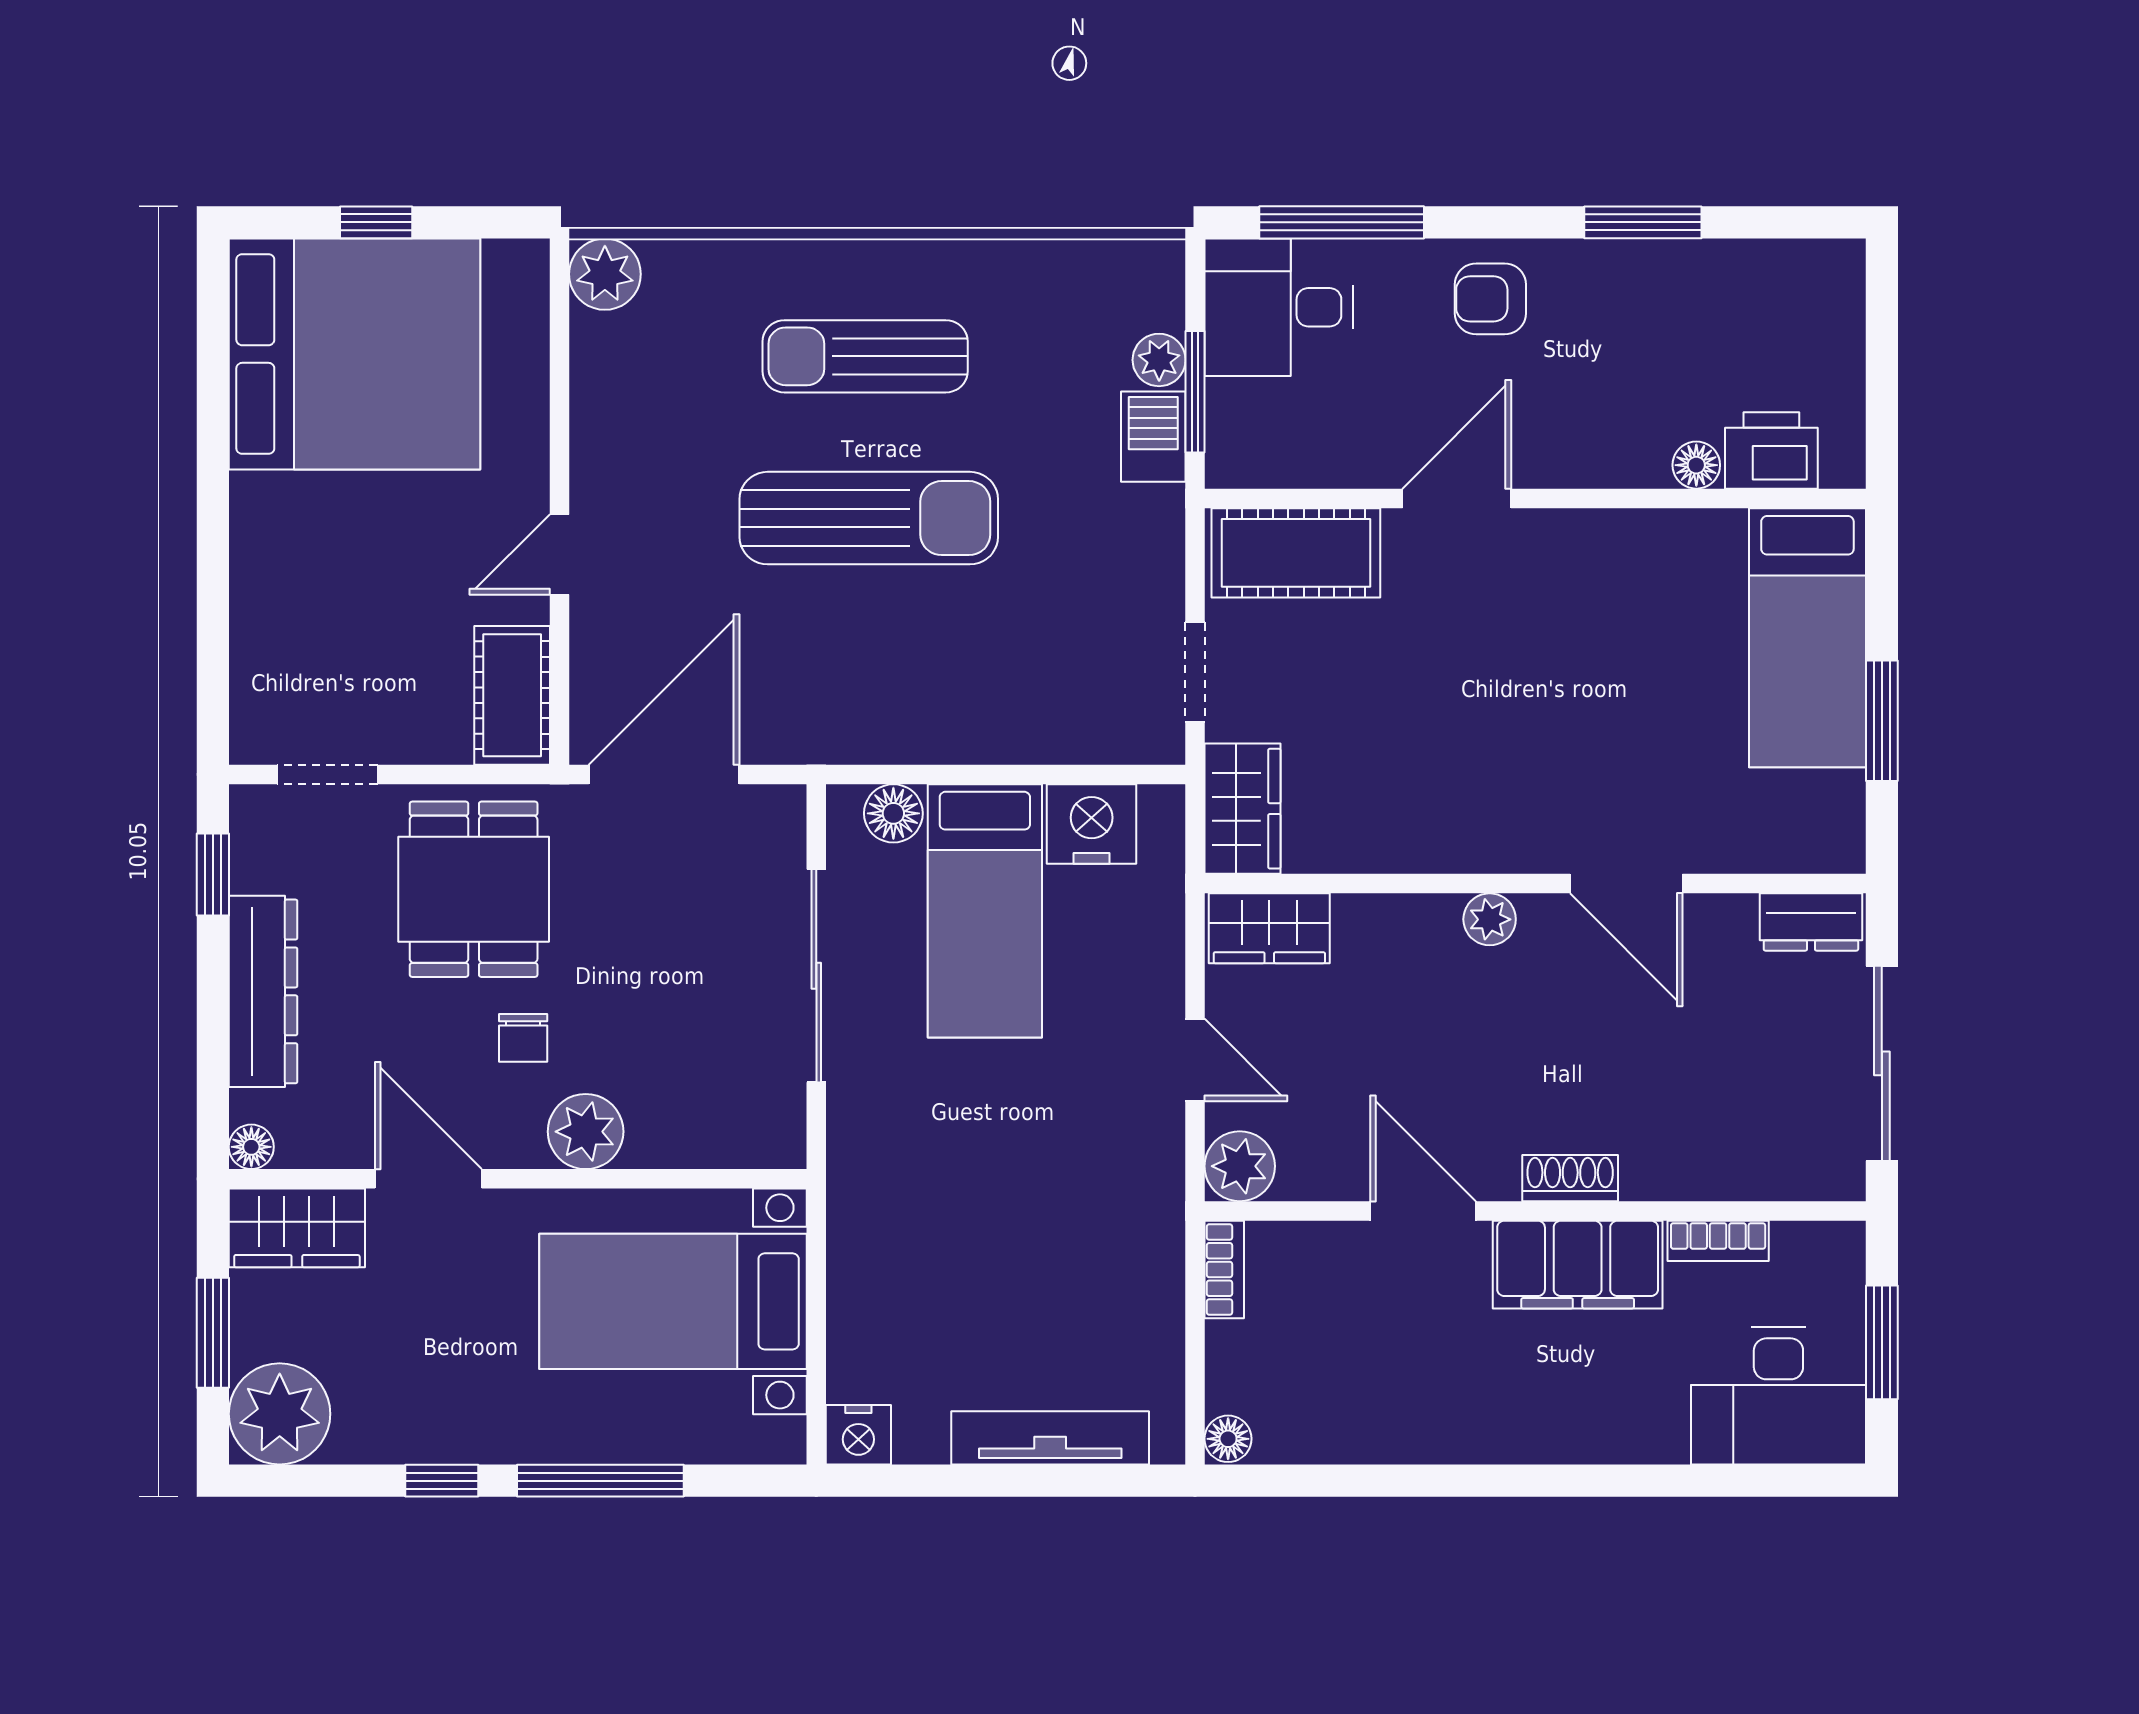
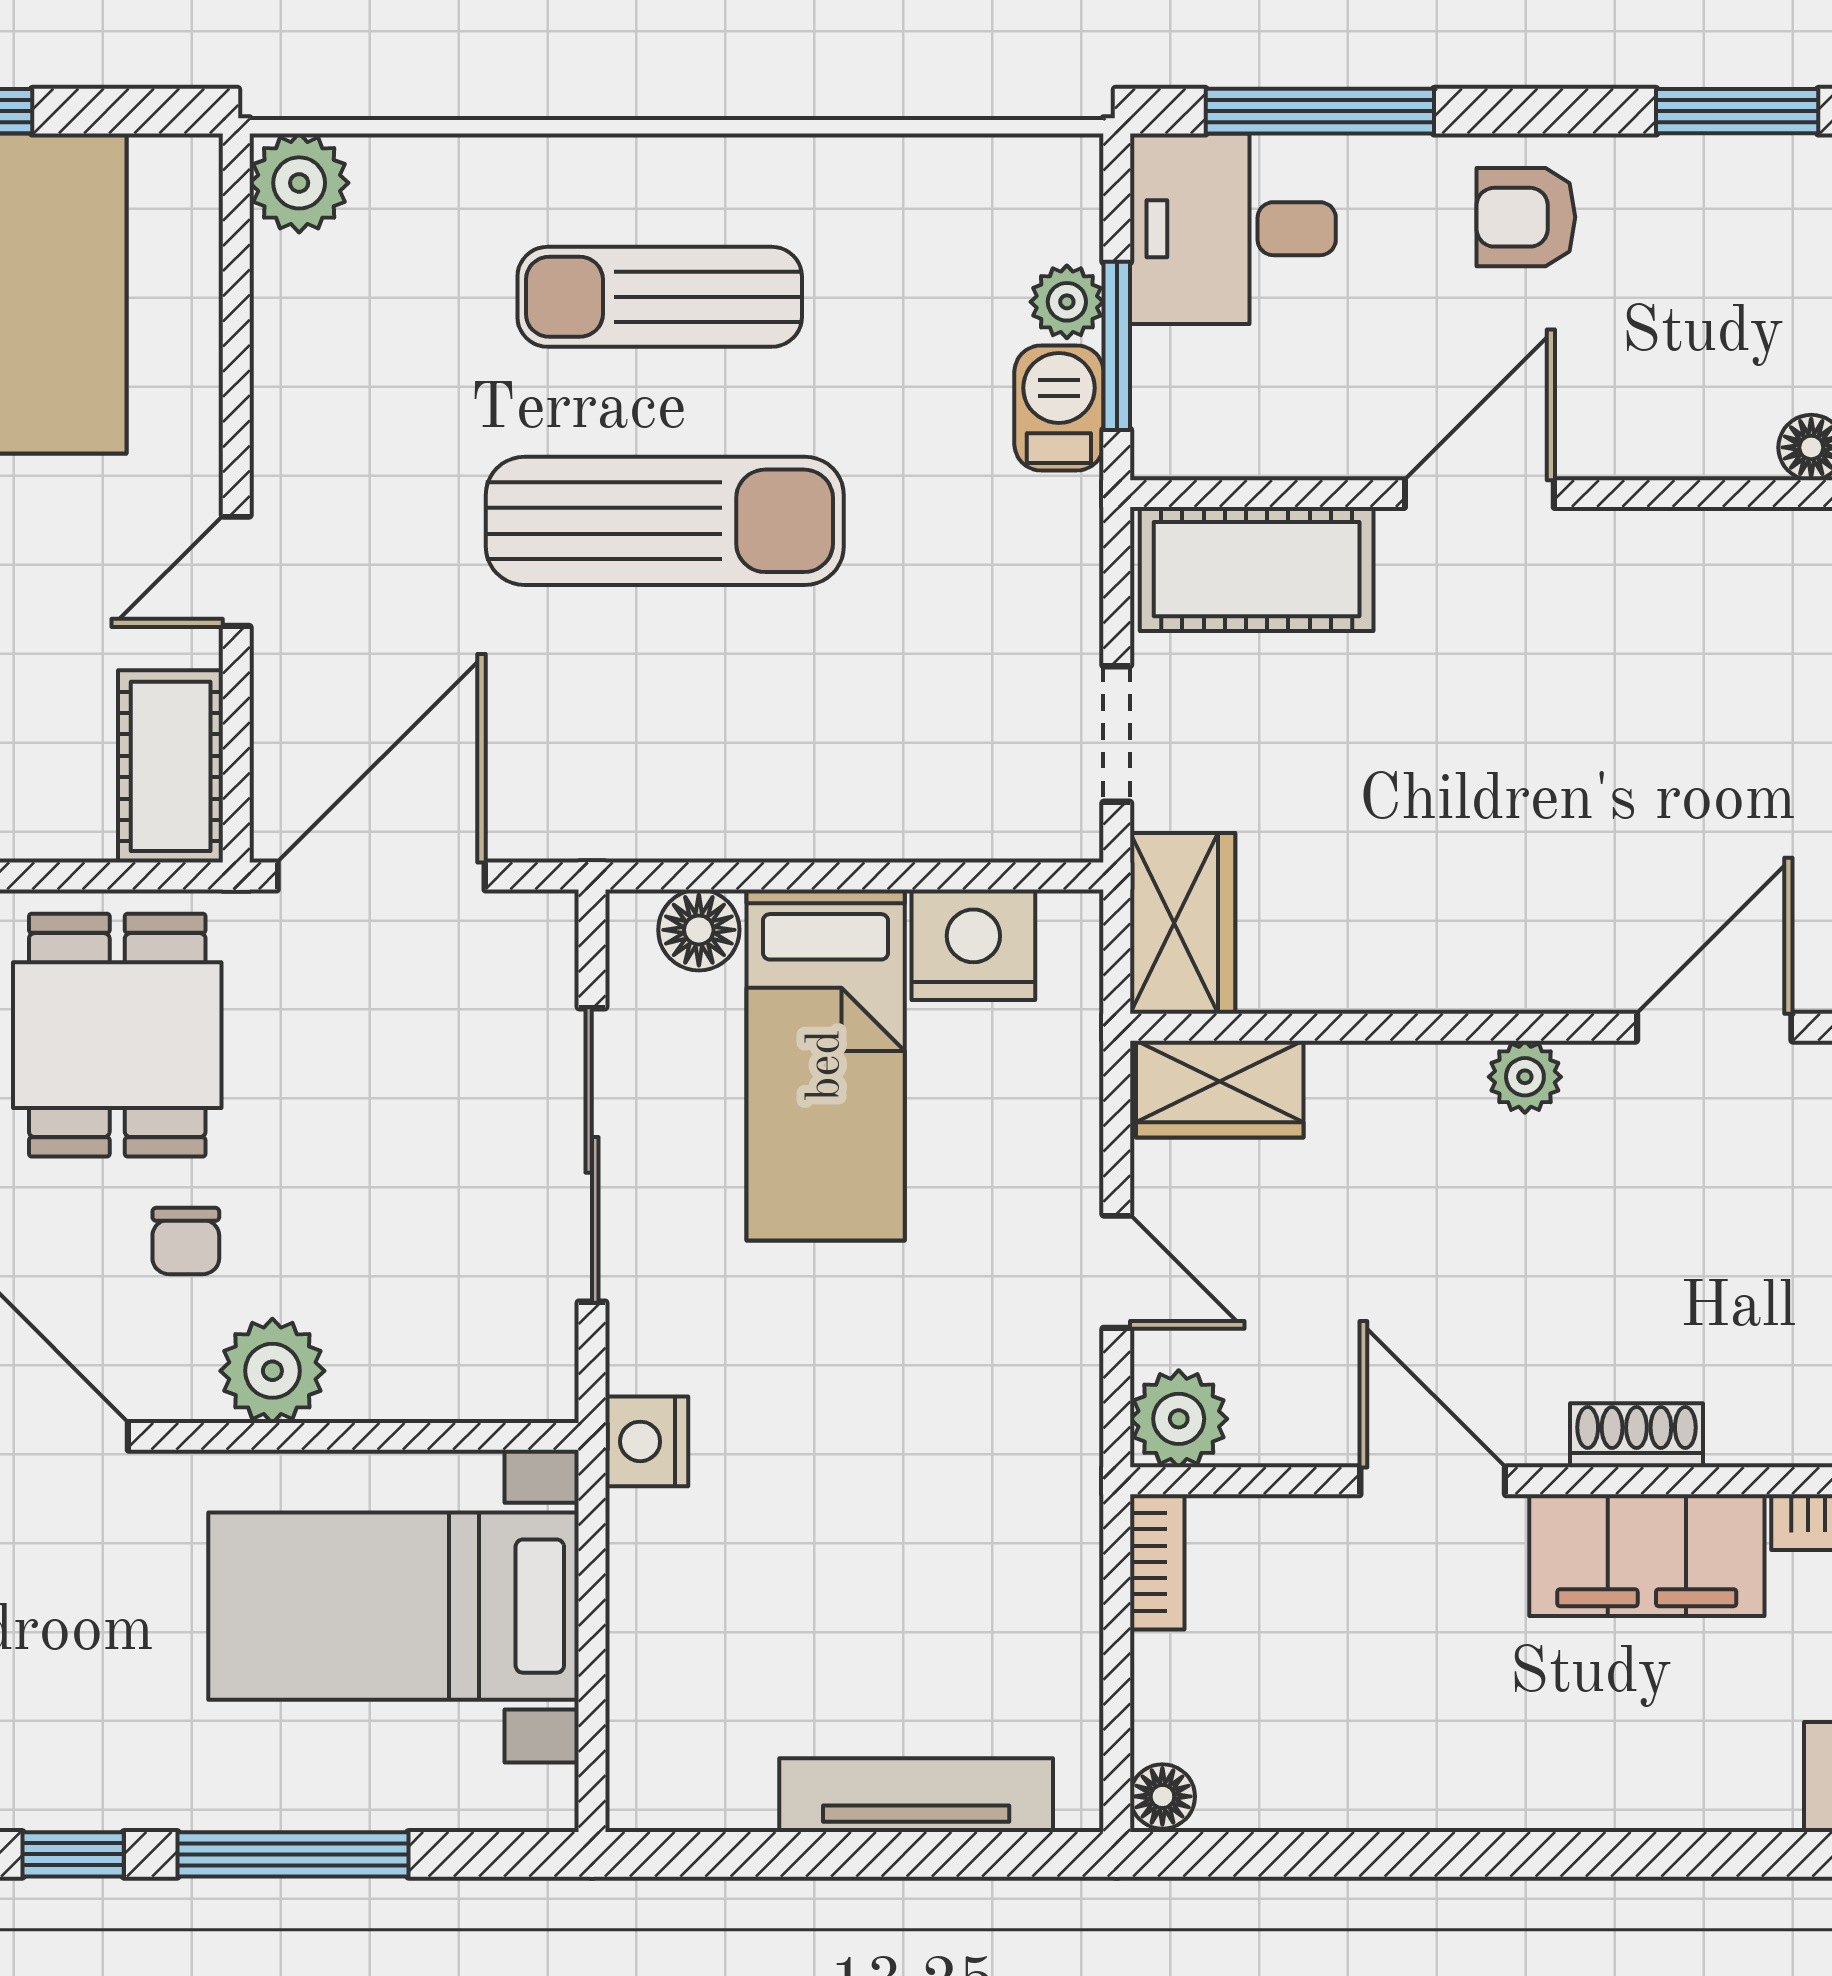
door: (1626, 884) -> (1714, 1027), swing flipped
nightstand: (858, 1435) -> (647, 1441), moved, turned 90

